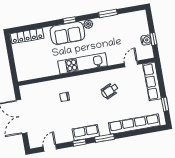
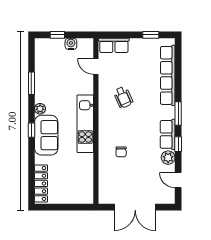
window: (153, 39) -> (57, 35), moved
row of seats: (152, 81) -> (114, 45), width x0.68
plant: (67, 136) -> (168, 158), added

